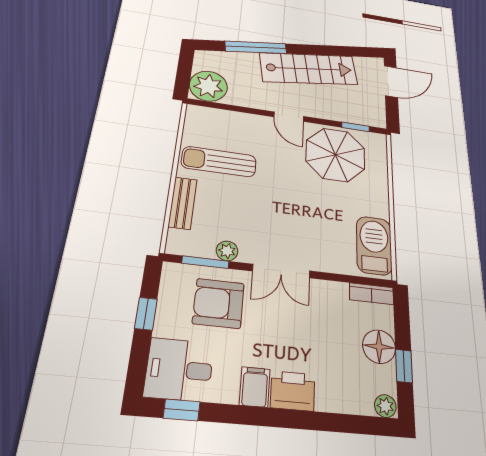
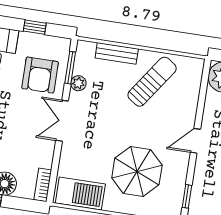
parasol: (335, 155) -> (137, 171), moved
sun lounger: (219, 162) -> (152, 82), turned 35
armchair: (219, 303) -> (40, 75), turned 180

